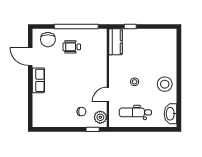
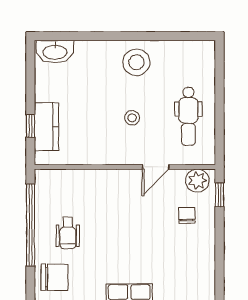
kitchen counter: (115, 42) -> (47, 127), moved, turned 90
door: (108, 95) -> (156, 167), hinge flipped
washbasin: (171, 114) -> (55, 52), moved

